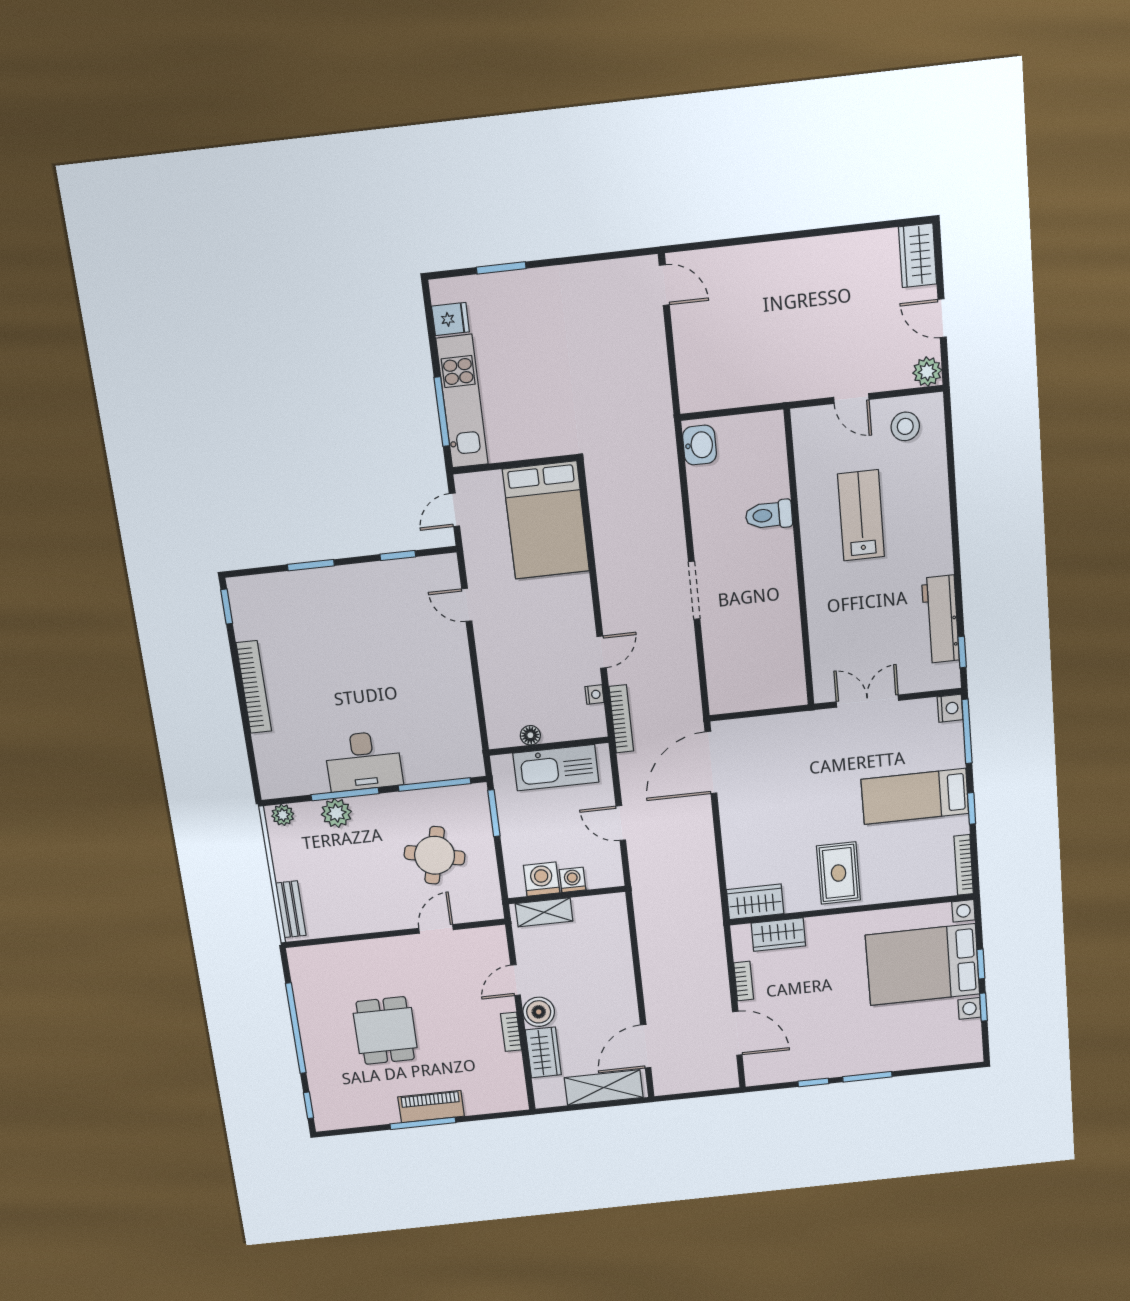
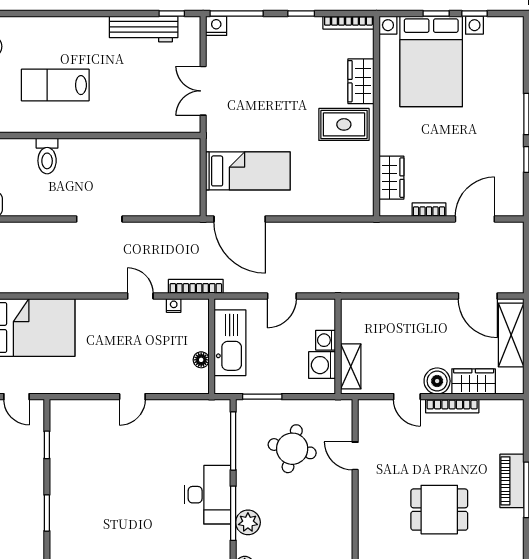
door: (467, 605) -> (132, 397), moved
bed: (915, 796) -> (248, 171), moved, turned -90
wardrobe: (755, 902) -> (361, 81), moved
bookcase: (511, 1032) -> (452, 406), width x1.56

